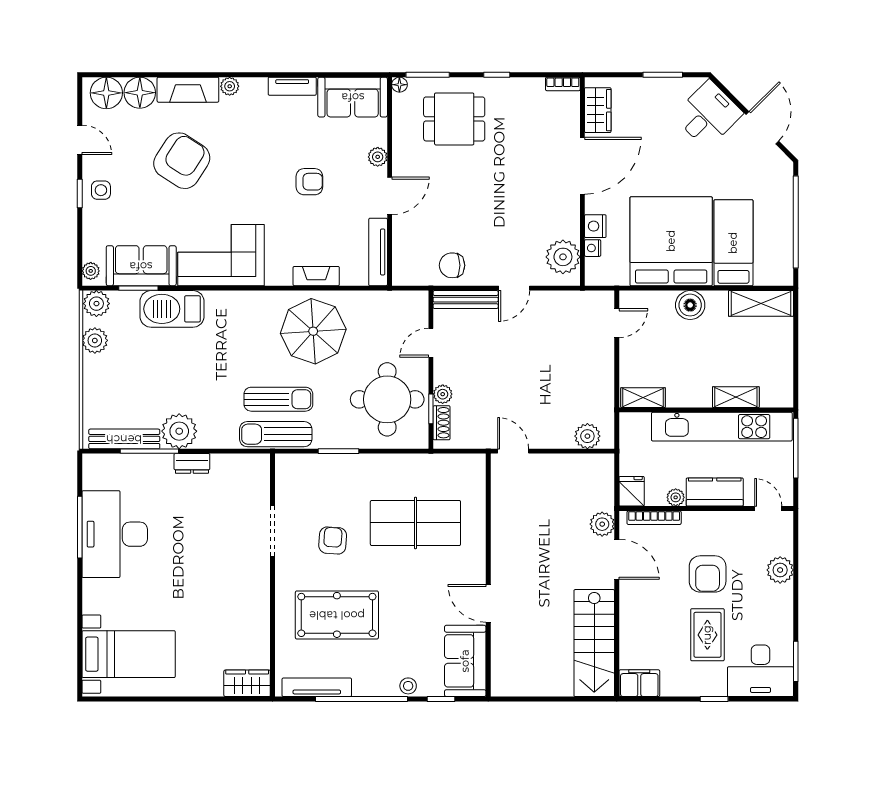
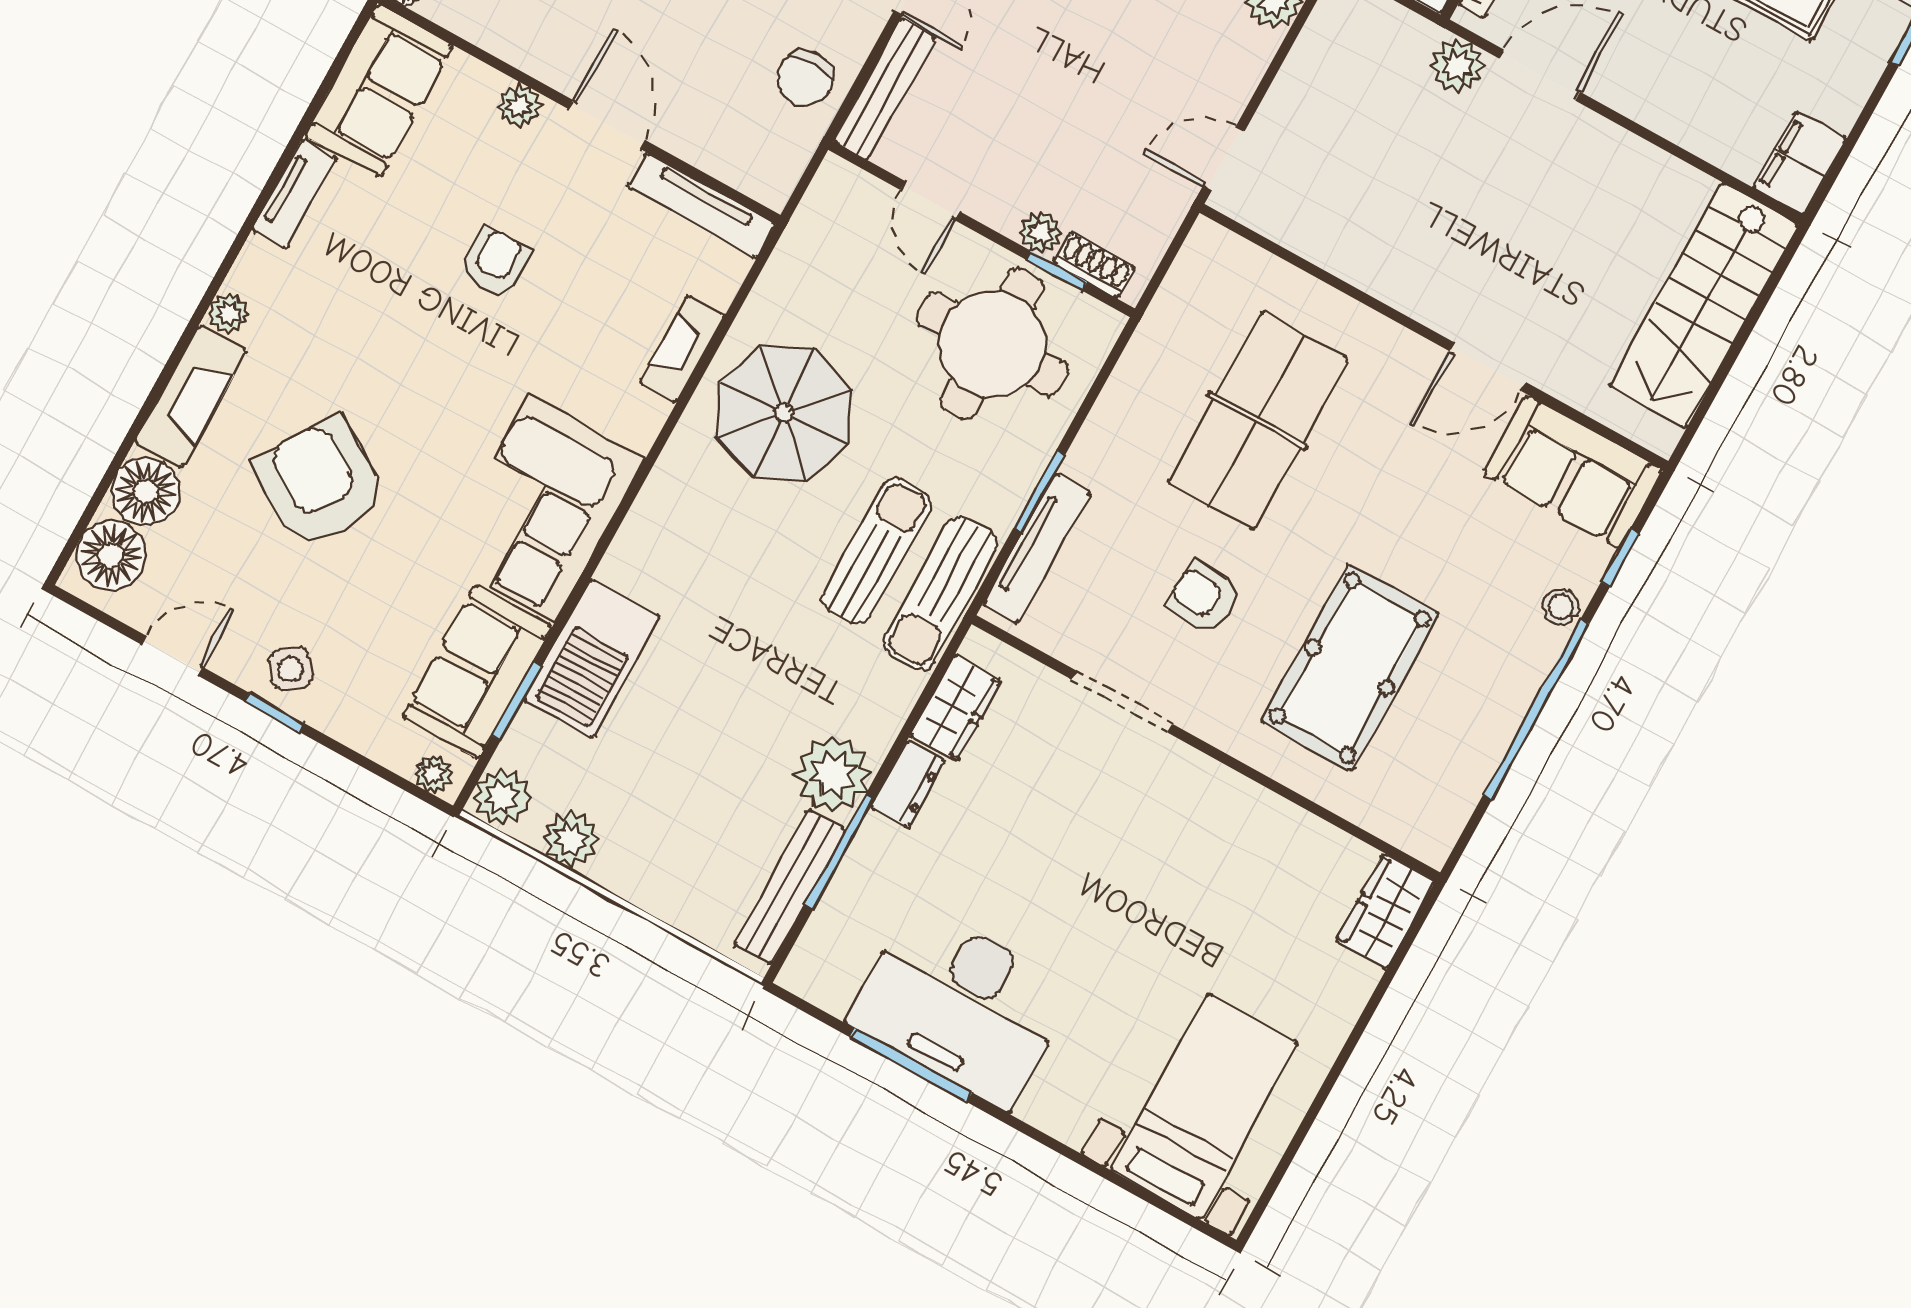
side table: (101, 190) -> (291, 669), turned -38
wardrobe: (233, 466) -> (956, 708), added
stairs: (594, 643) -> (1704, 306), moved, turned 90
tv unit: (317, 687) -> (1037, 548), moved, turned 180

